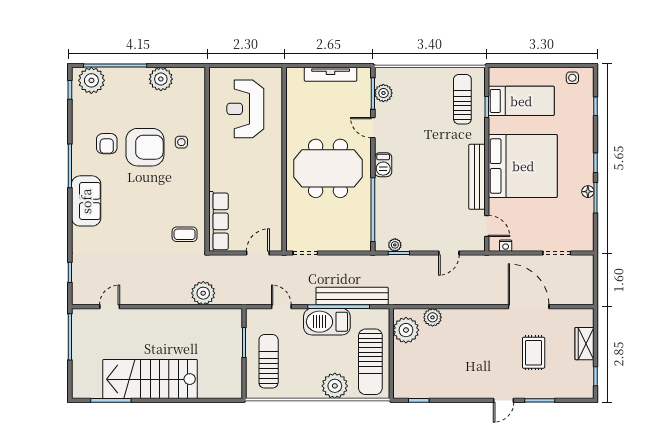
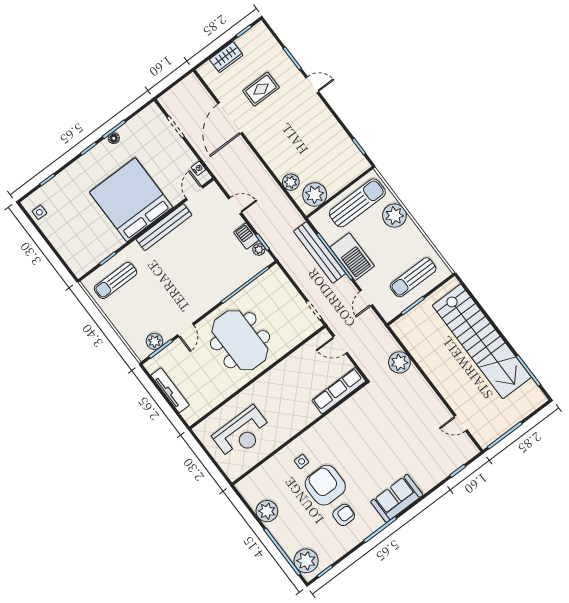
bed: (521, 101) -> (84, 237), removed
barbecue: (383, 165) -> (246, 236), moved, turned -90
coffee table: (185, 234) -> (367, 408), removed
stairs: (150, 379) -> (482, 341), width x1.36

